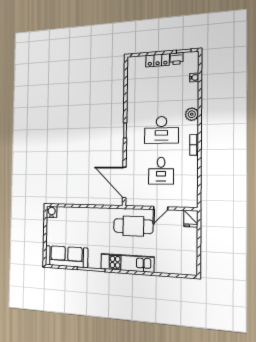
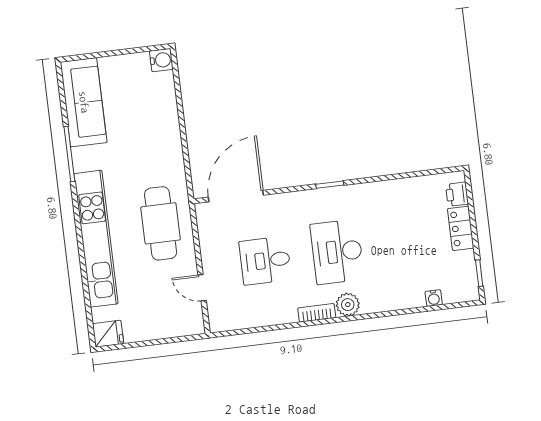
printer: (177, 59) -> (457, 194), moved
plant: (192, 114) -> (348, 305), moved
door: (161, 208) -> (202, 288), moved
fridge: (191, 219) -> (108, 334), moved, turned 180
kitchen unit: (127, 263) -> (96, 239), width x1.36

